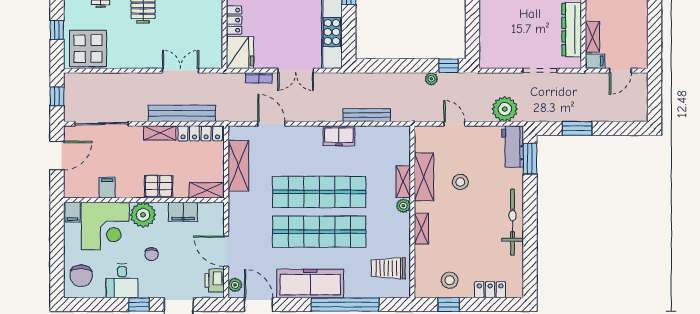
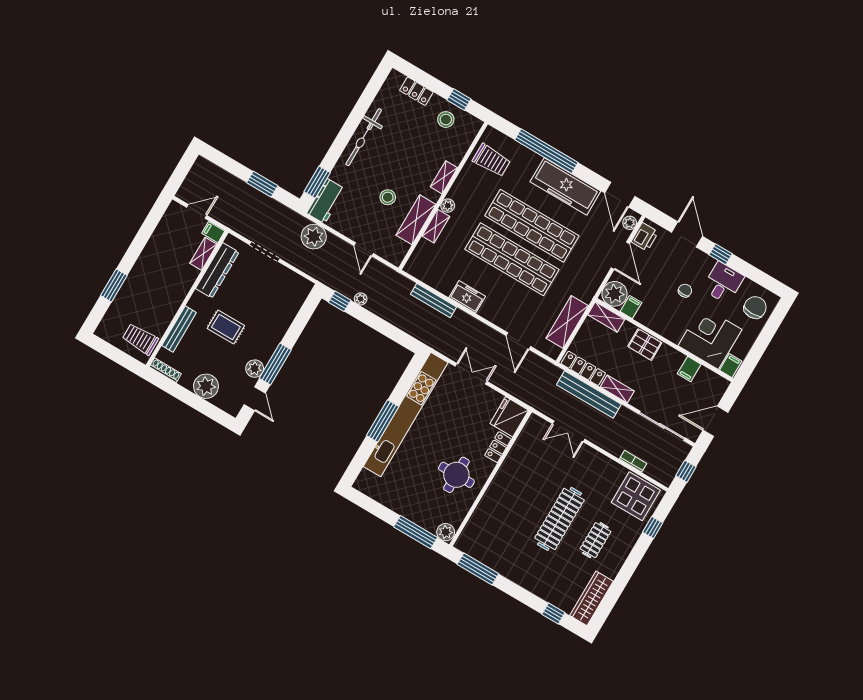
bookcase: (259, 78) -> (633, 461), moved
filing cabinet: (183, 212) -> (631, 307), width x0.50
plant: (143, 215) -> (615, 294), moved

